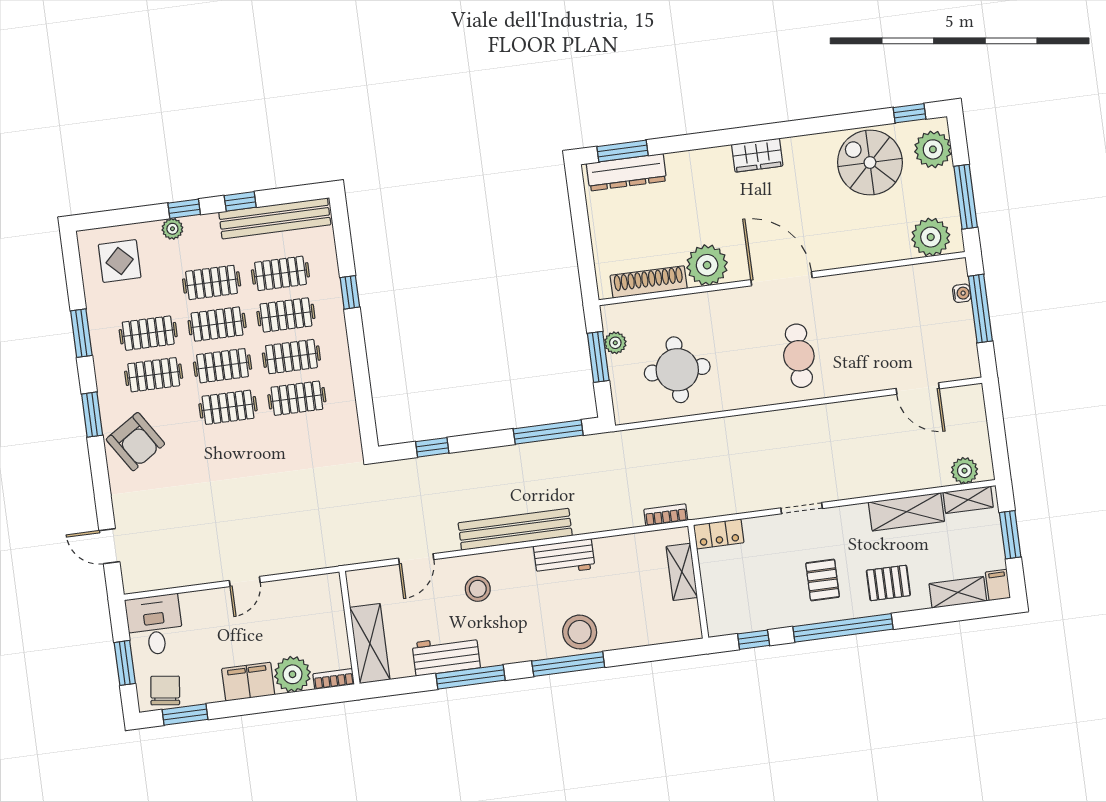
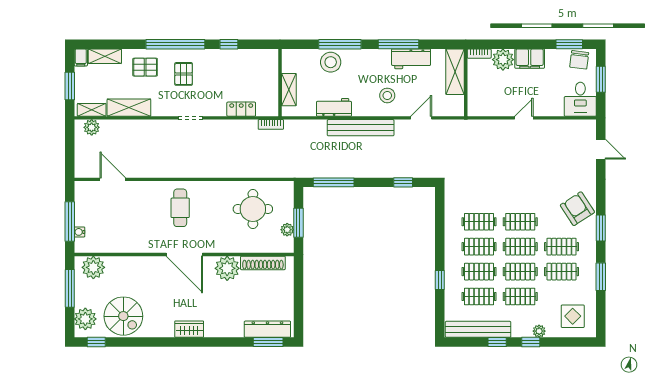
shelving: (682, 572) -> (289, 90), moved
wall: (698, 582) -> (280, 83), moved

